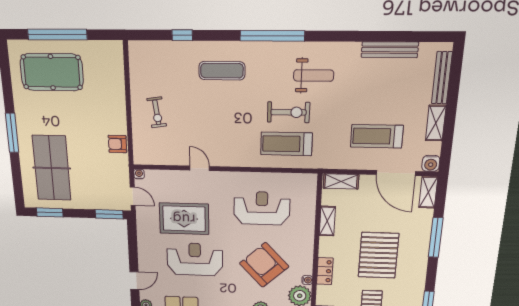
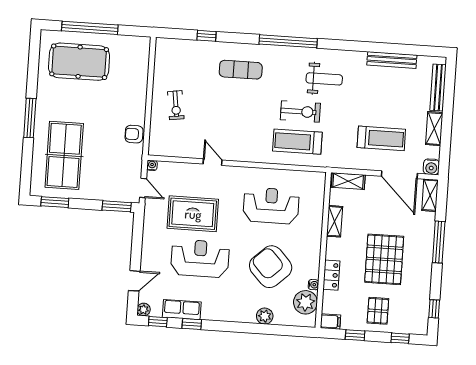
treadmill: (377, 136) -> (381, 138), turned 180

